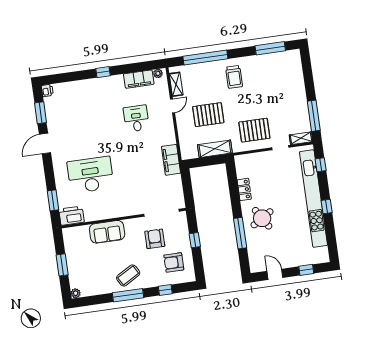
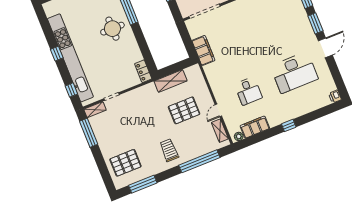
window: (41, 113) -> (315, 23), moved
pallet: (254, 130) -> (125, 163), moved
filing cabinet: (171, 160) -> (203, 50), moved
desk: (91, 175) -> (294, 72), moved
locker: (244, 189) -> (143, 71), moved
round table: (262, 218) -> (112, 29), turned 32

